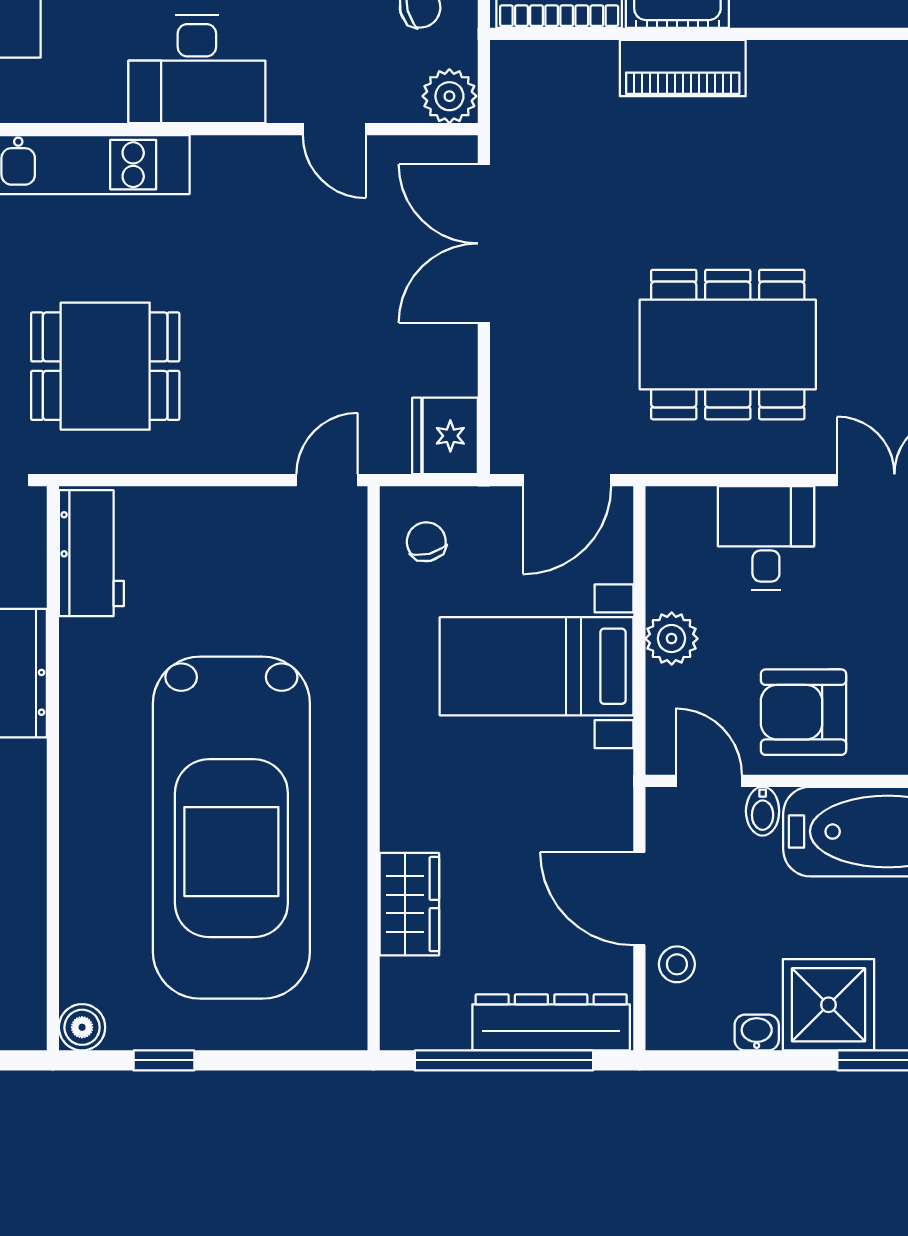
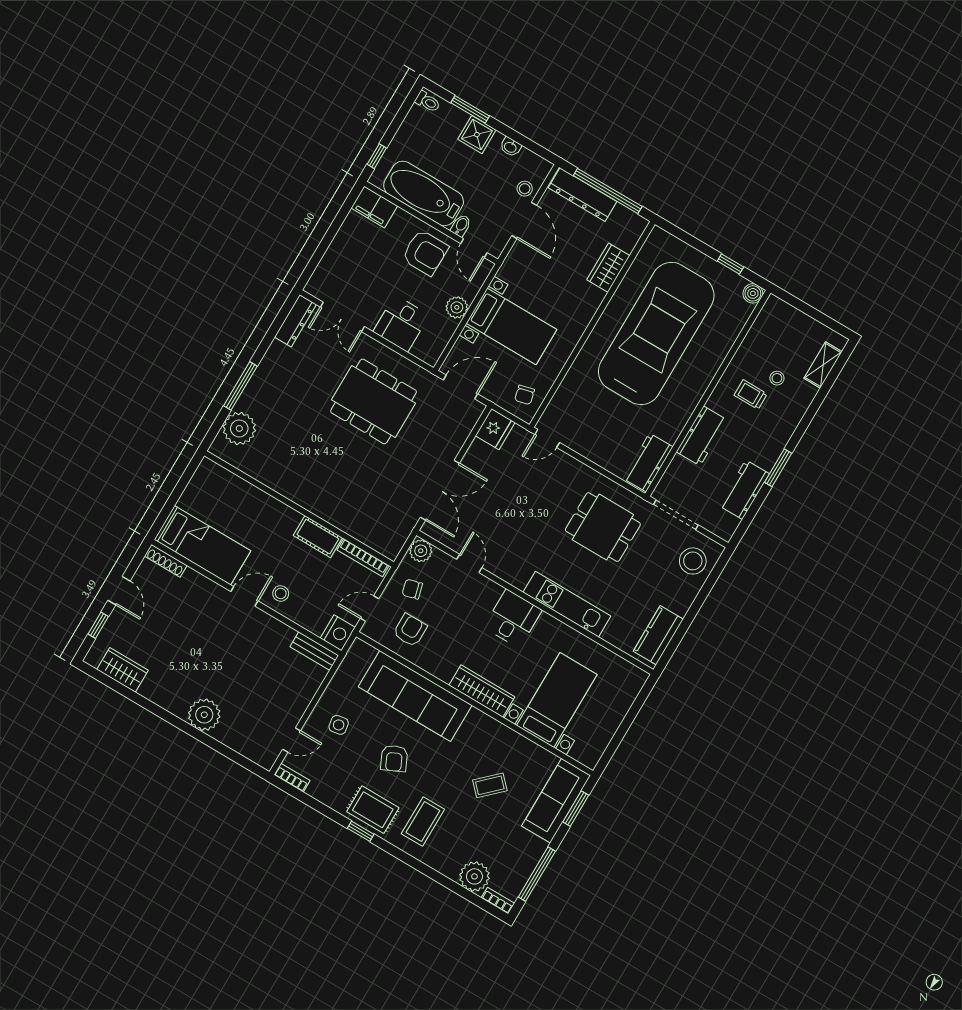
piano: (683, 68) -> (331, 511), removed
desk: (197, 69) -> (513, 619), width x0.73
shower: (828, 1005) -> (477, 135), width x0.73, depth x0.73

